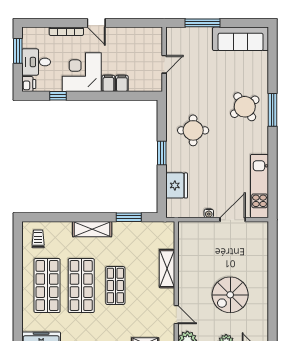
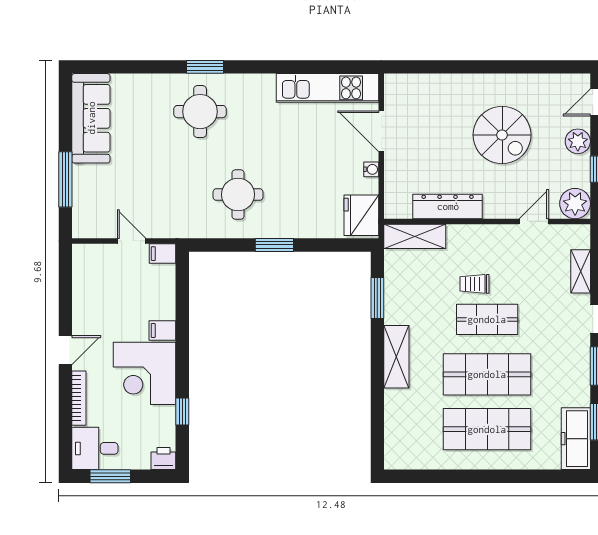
desk: (36, 62) -> (95, 448), moved, turned 90
filing cabinet: (122, 83) -> (163, 254), moved
round table: (245, 107) -> (200, 112), turned 34
window: (273, 110) -> (205, 67), width x0.69
fridge: (177, 185) -> (361, 215), moved, turned -90
trolley: (38, 239) -> (475, 284), moved
dresser: (186, 261) -> (448, 206), added
shelving: (167, 269) -> (415, 236), moved

